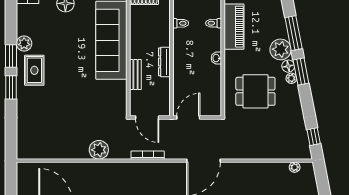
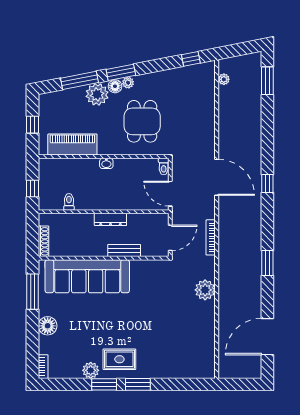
toilet: (214, 23) -> (164, 166), moved

